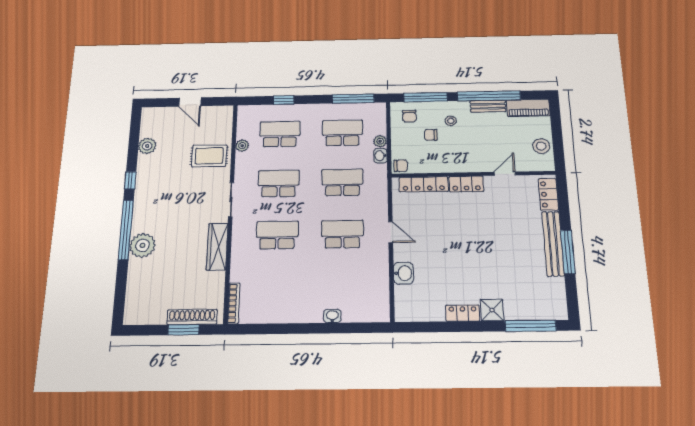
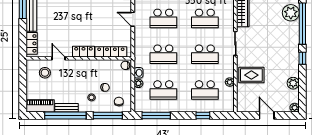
plant: (148, 113) -> (295, 108), added
stool: (541, 146) -> (45, 73), moved
door: (505, 174) -> (58, 58), swing flipped

